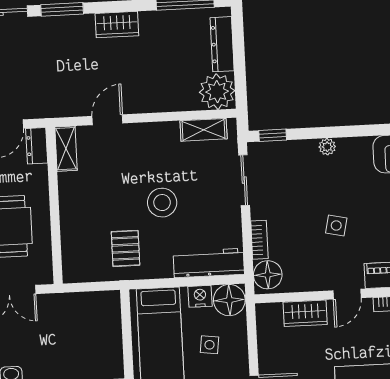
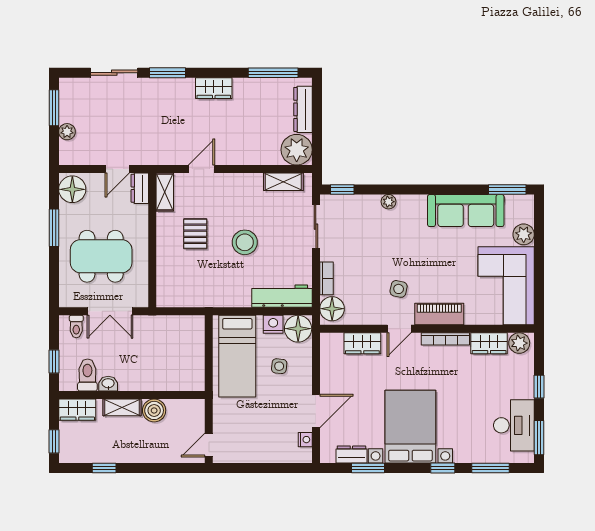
side table: (336, 226) -> (399, 289), moved
pallet: (126, 248) -> (195, 234), moved

